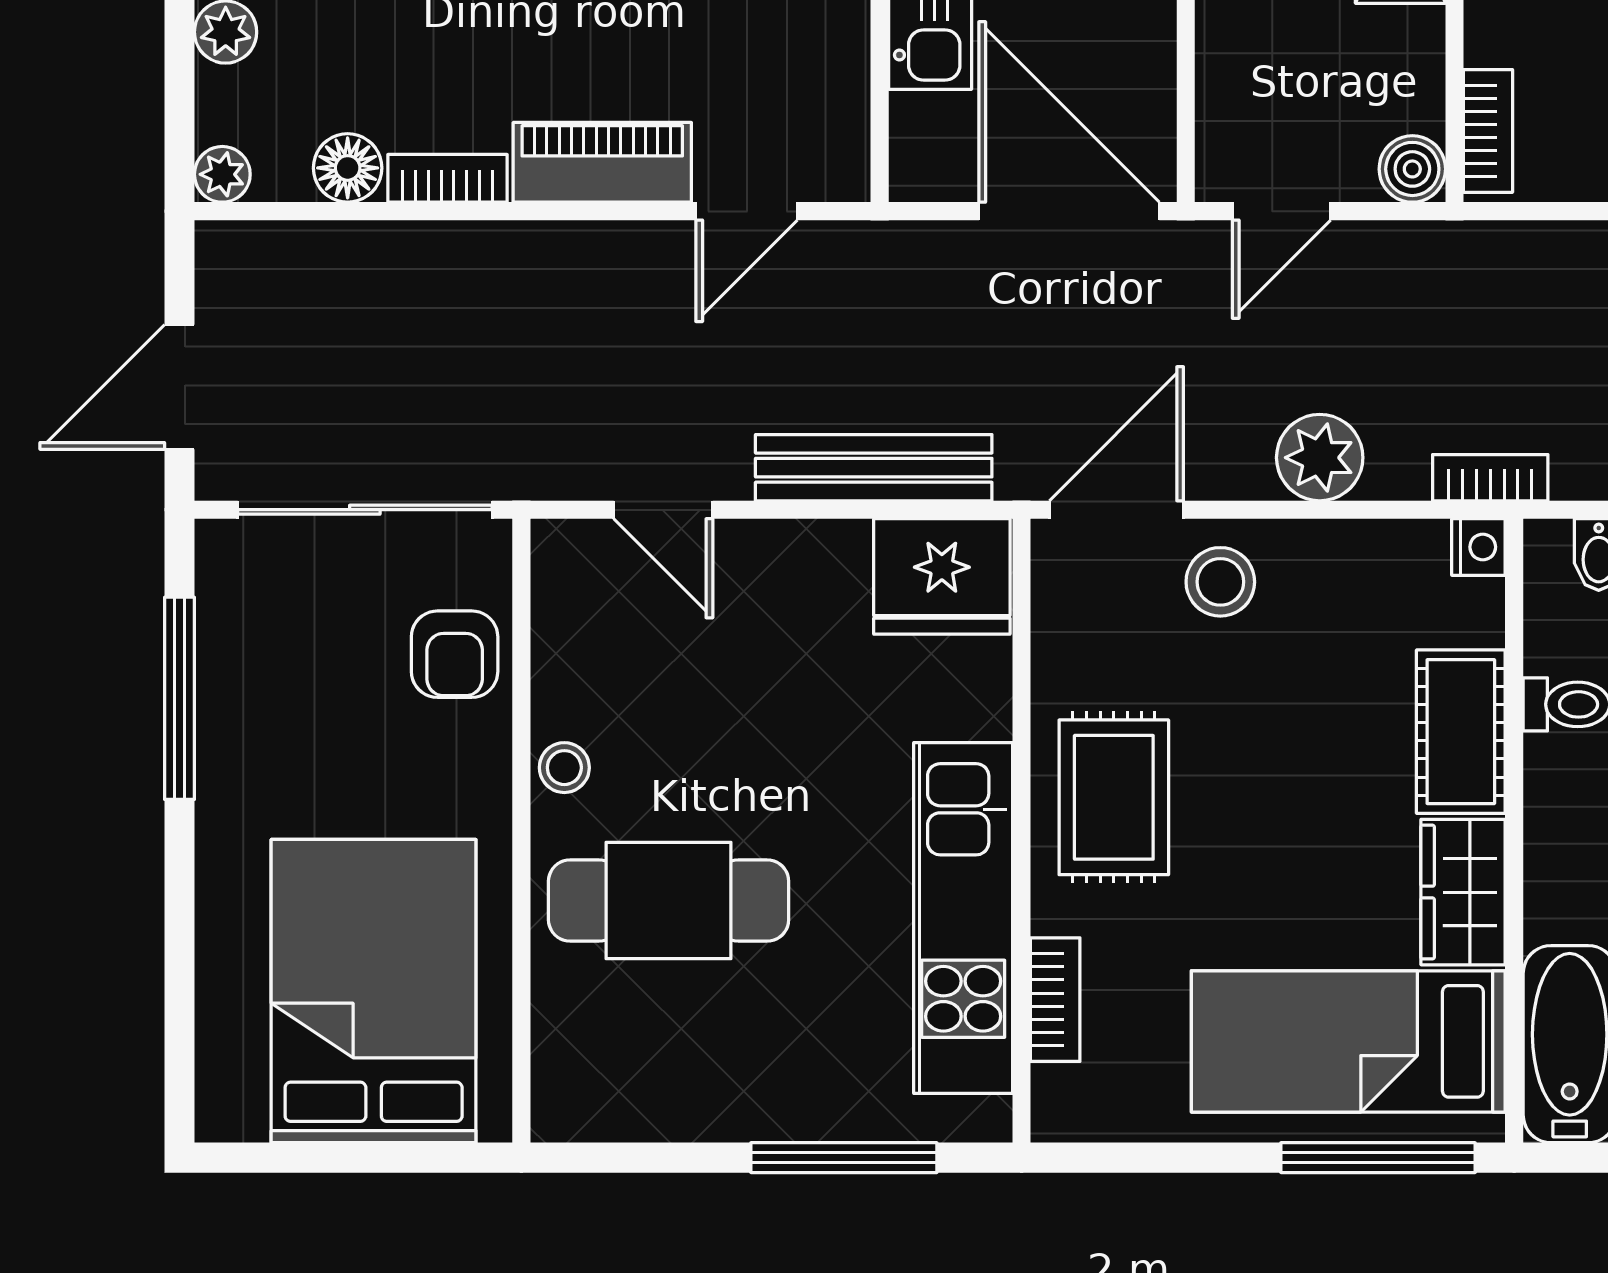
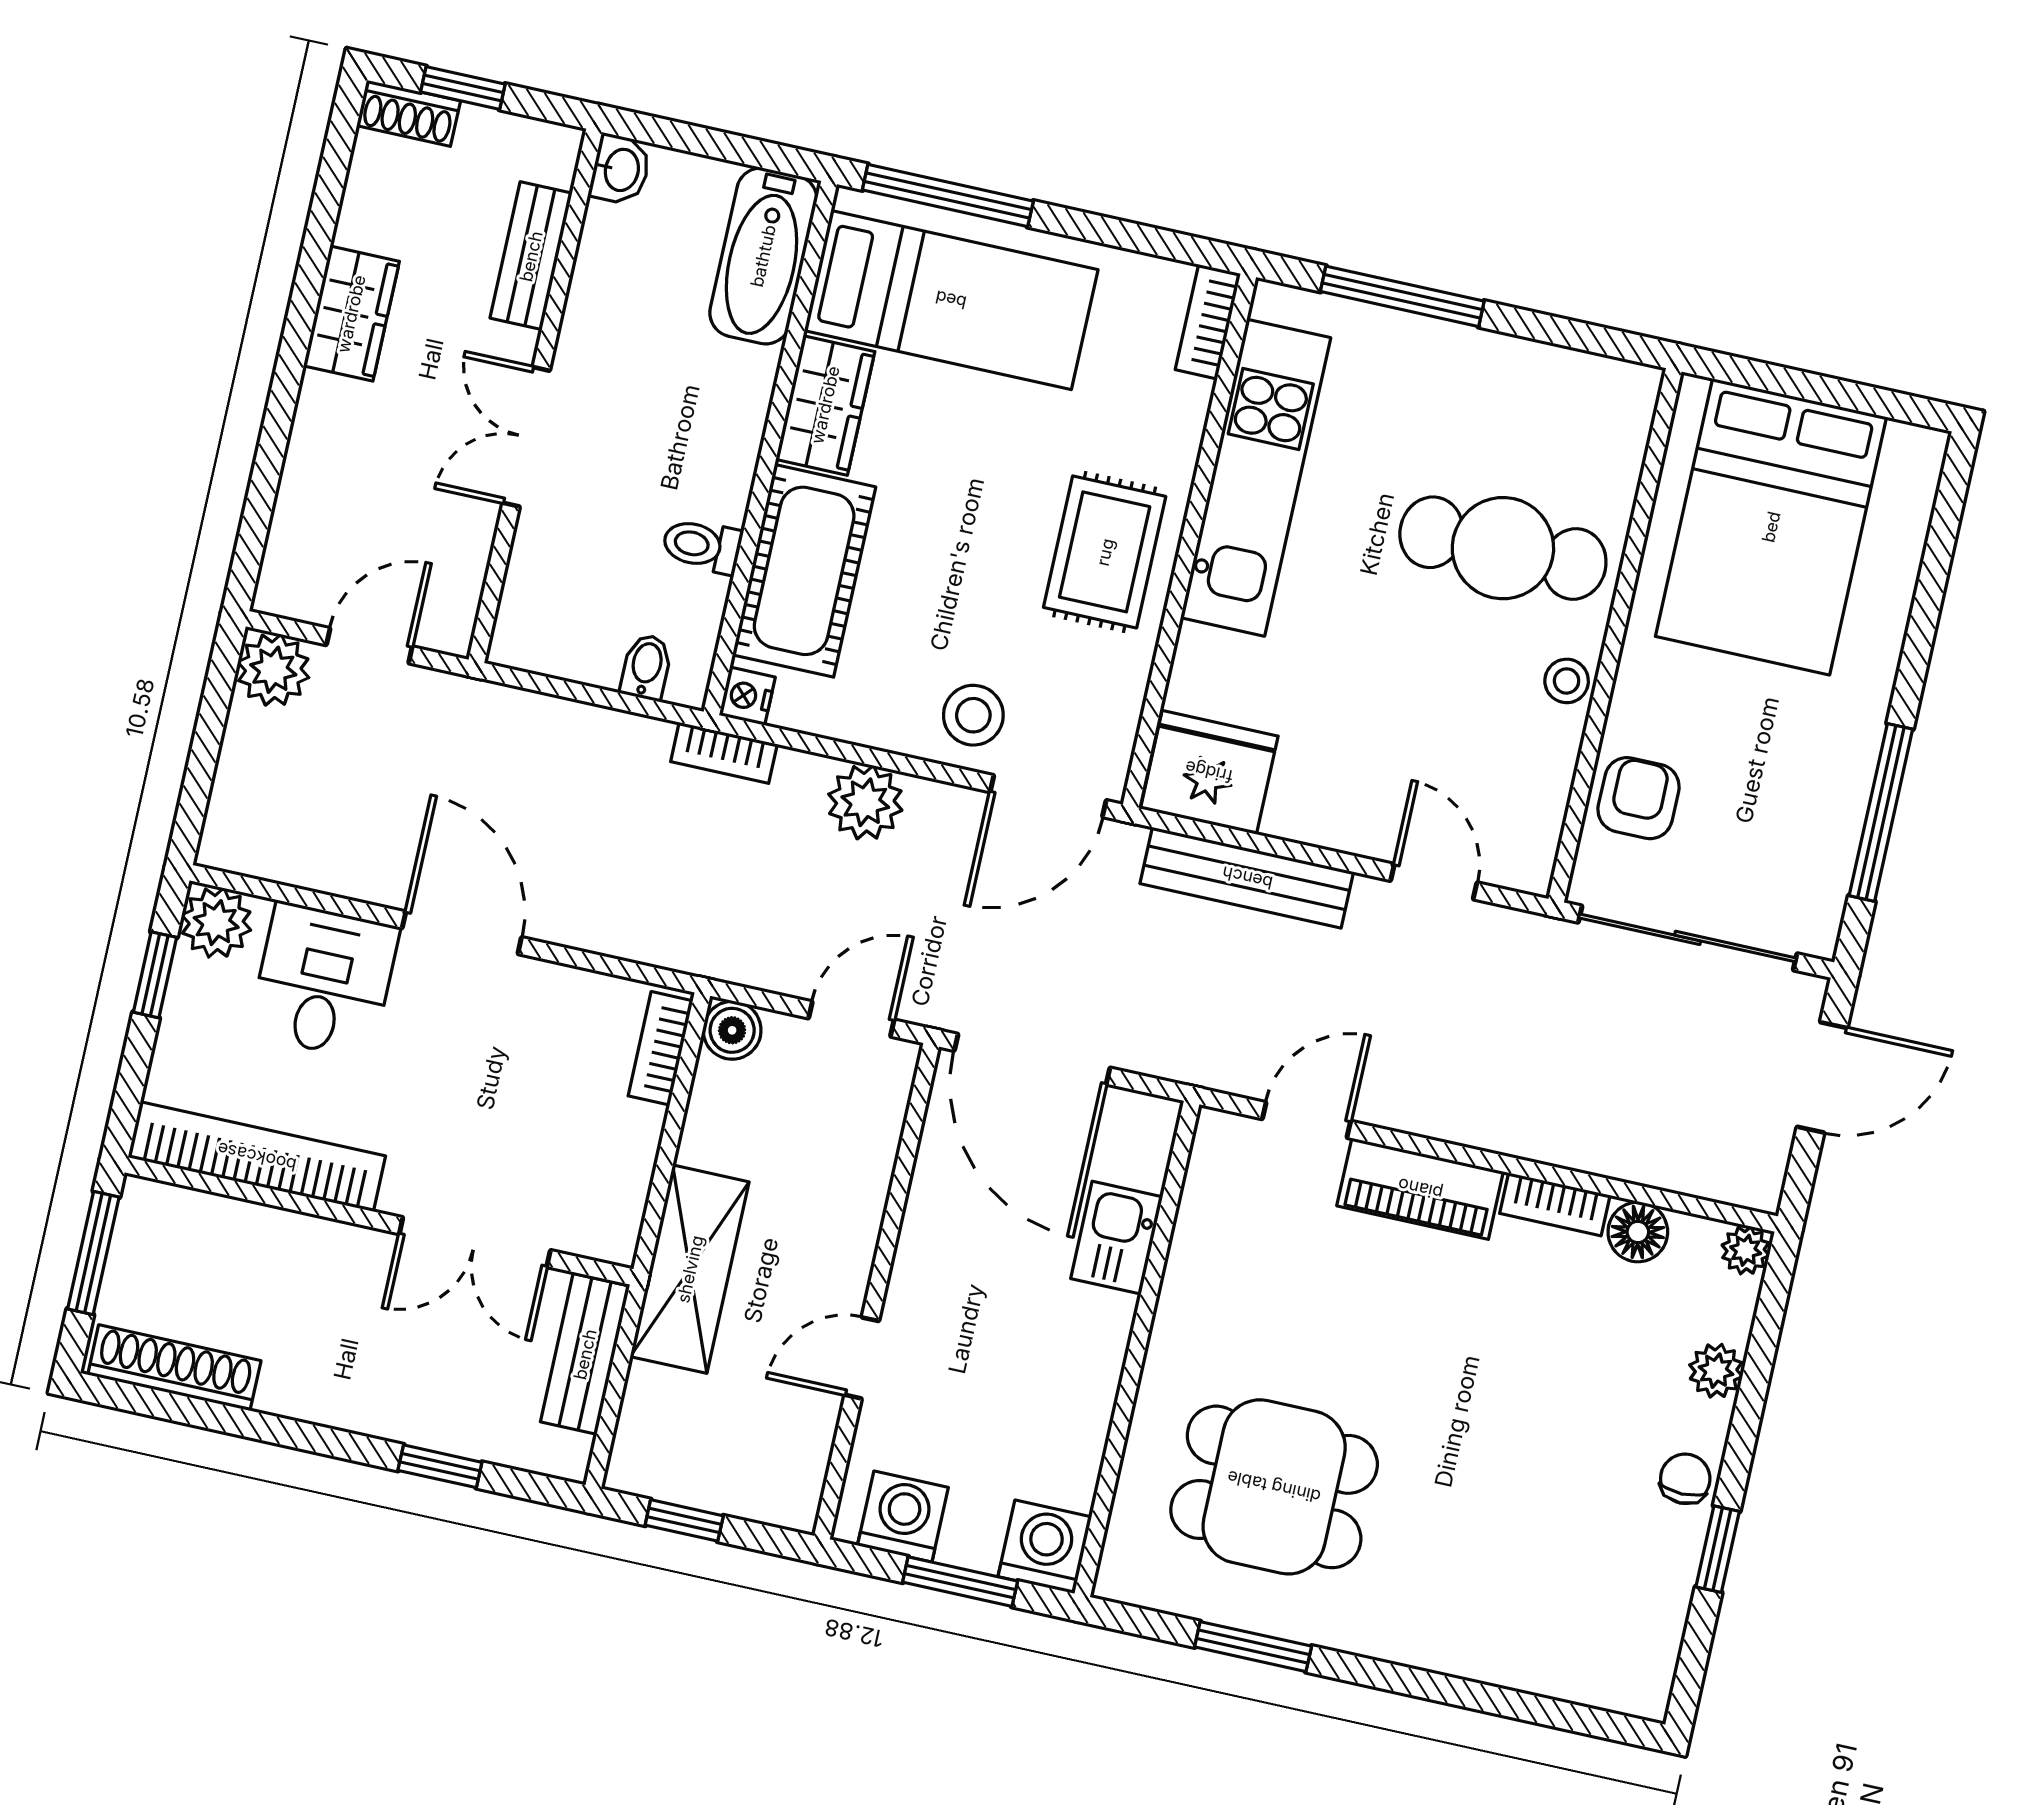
cot: (1461, 732) -> (804, 571), width x1.37, depth x1.34
bookcase: (1055, 1000) -> (1208, 322), moved

